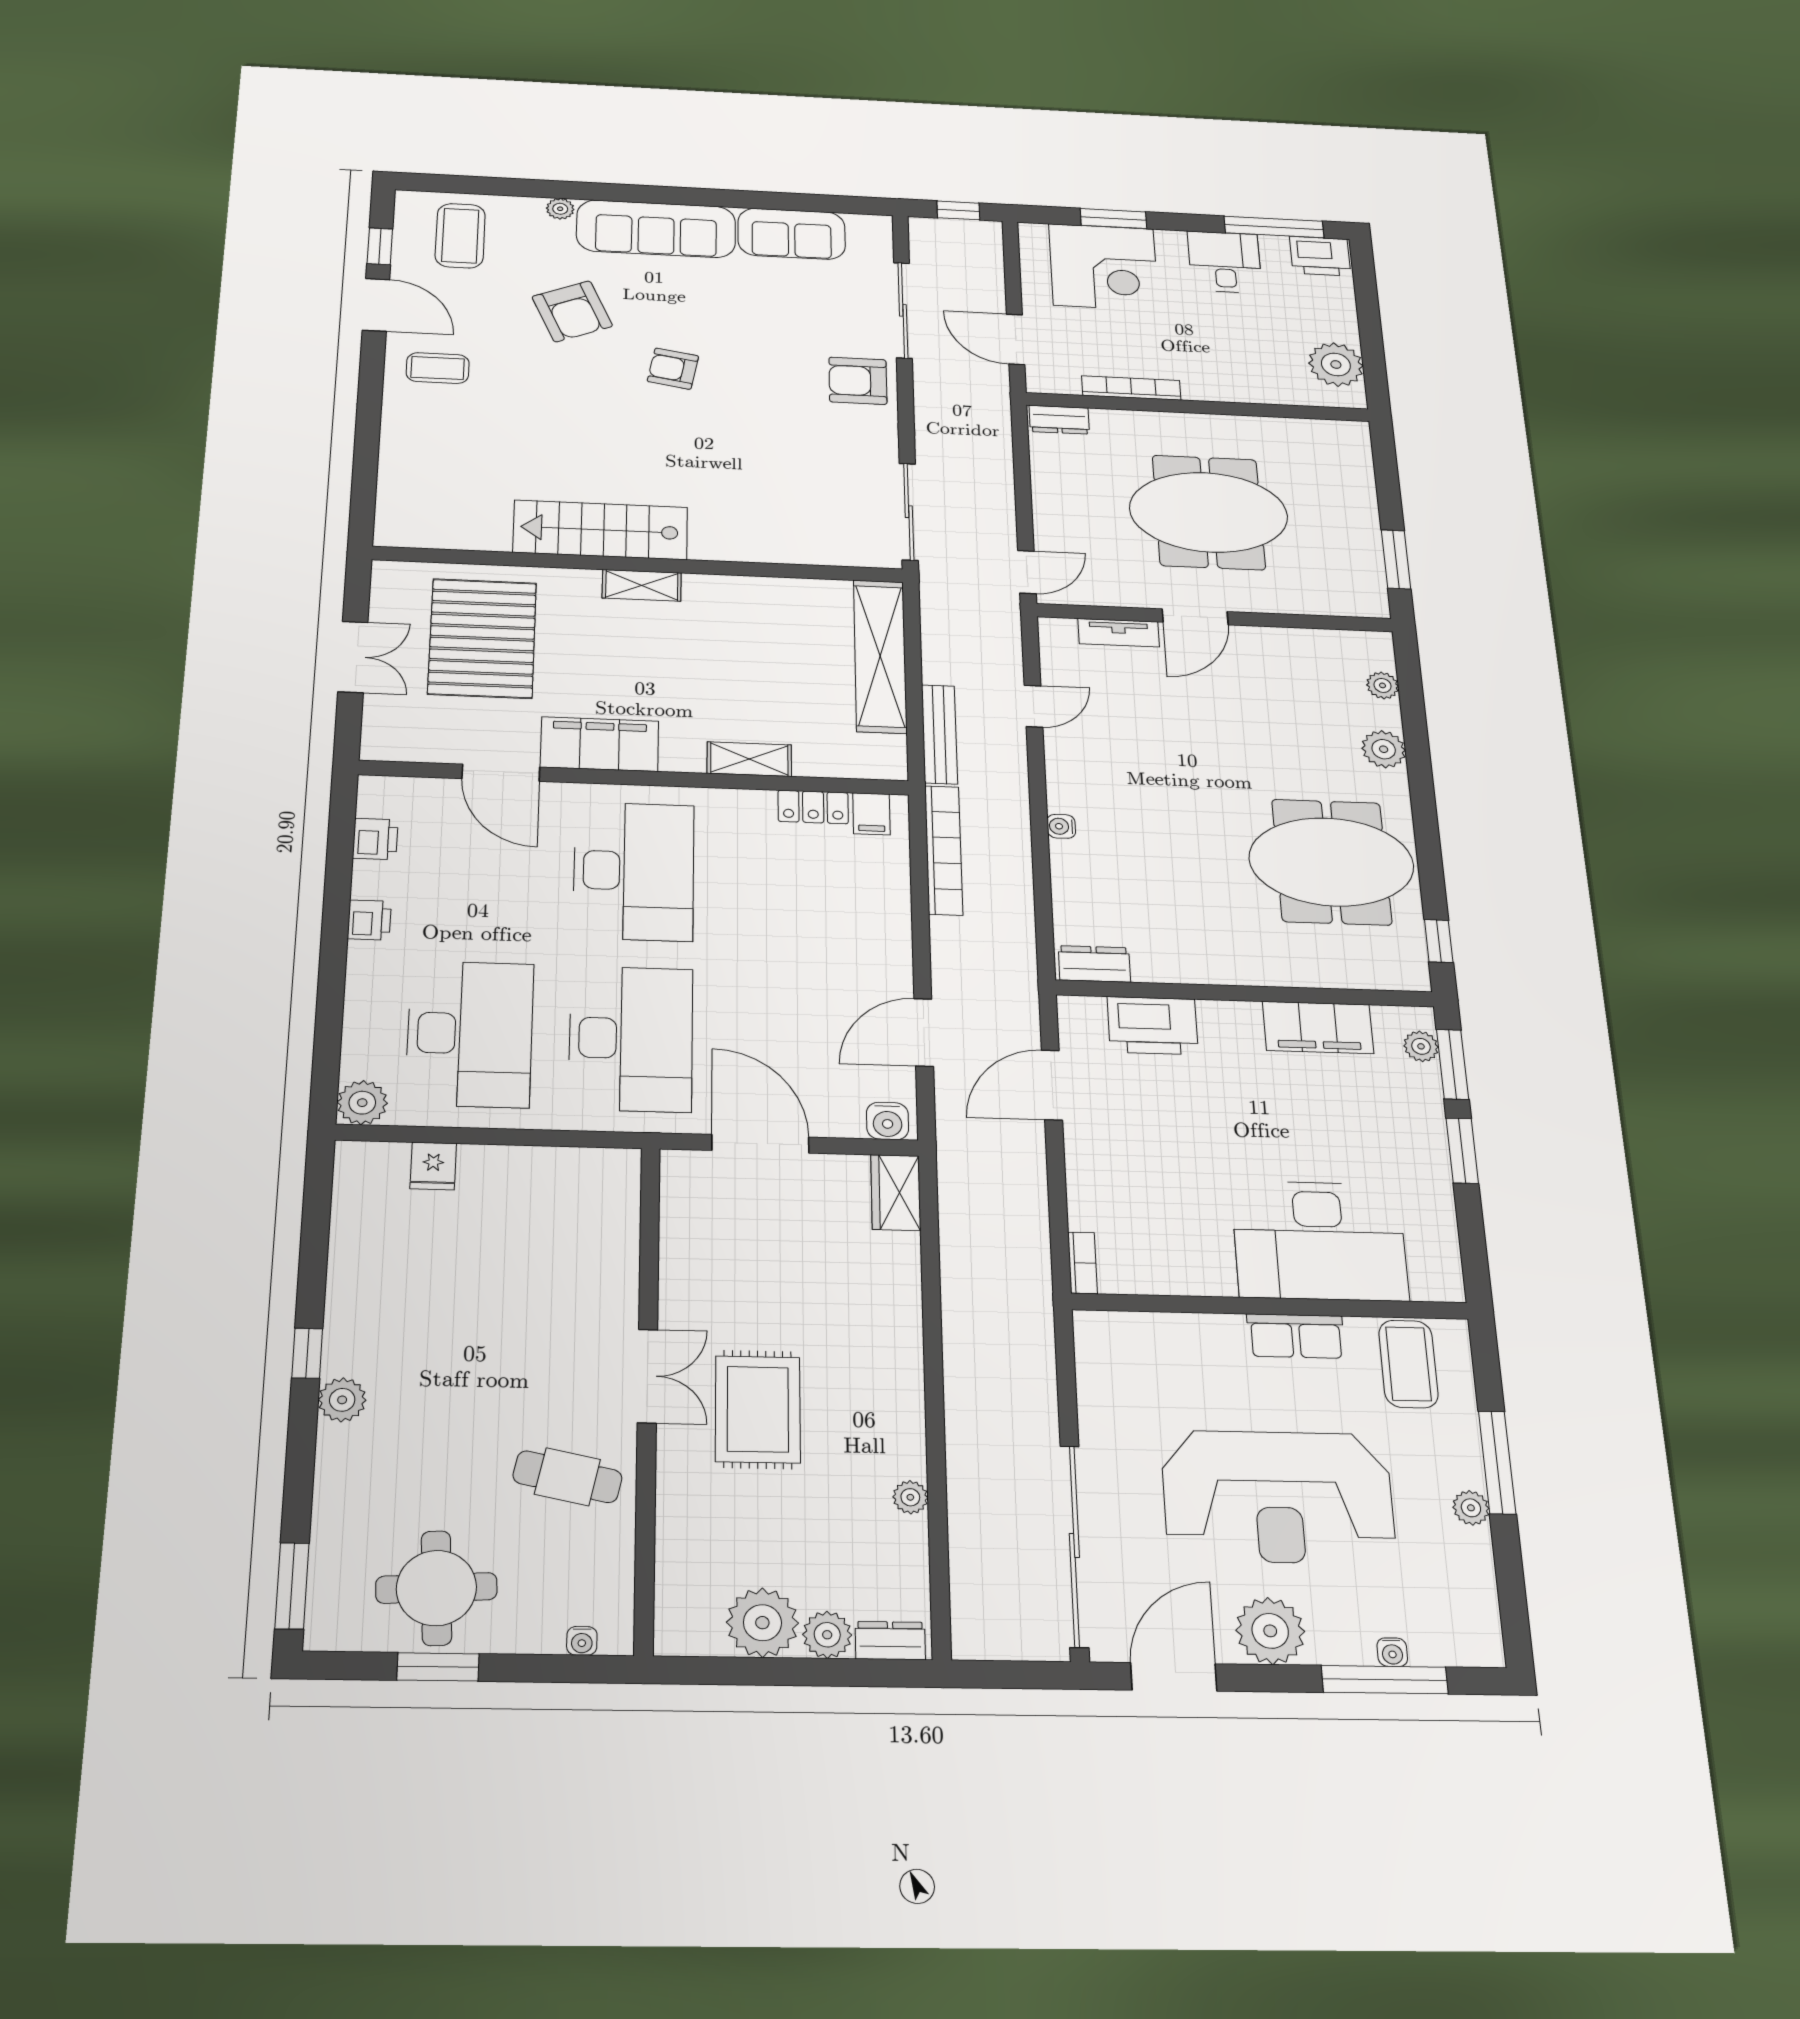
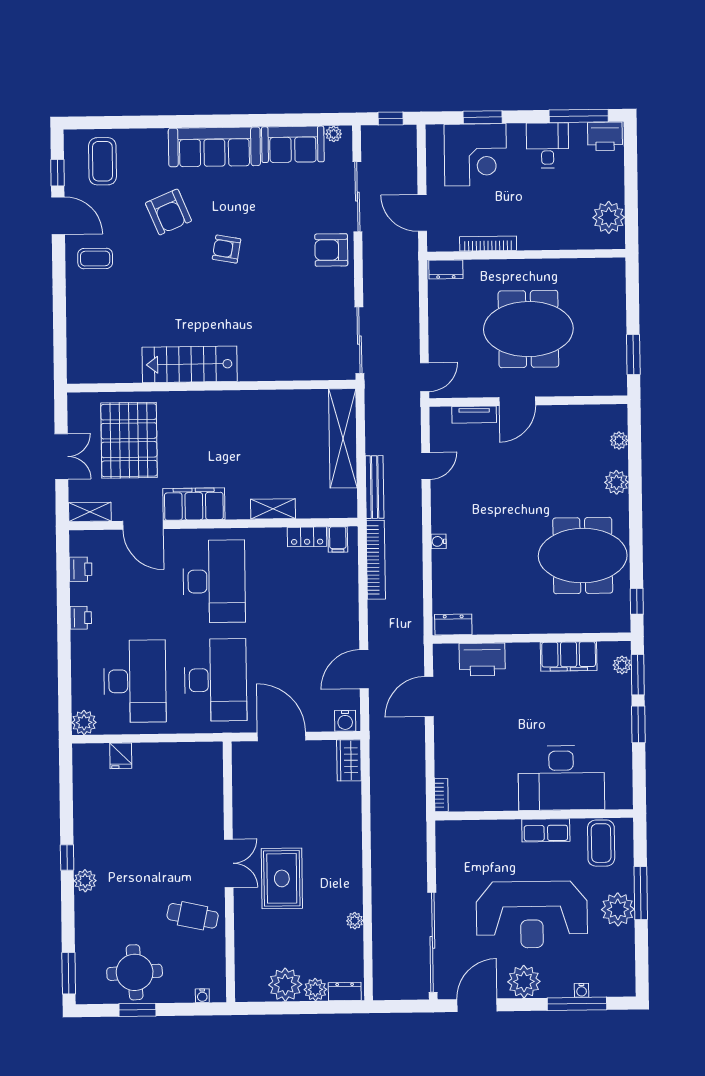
plant: (560, 209) -> (334, 134), moved
shelving: (642, 585) -> (90, 512), moved
plant: (1471, 1508) -> (618, 909), width x1.87, depth x1.87

